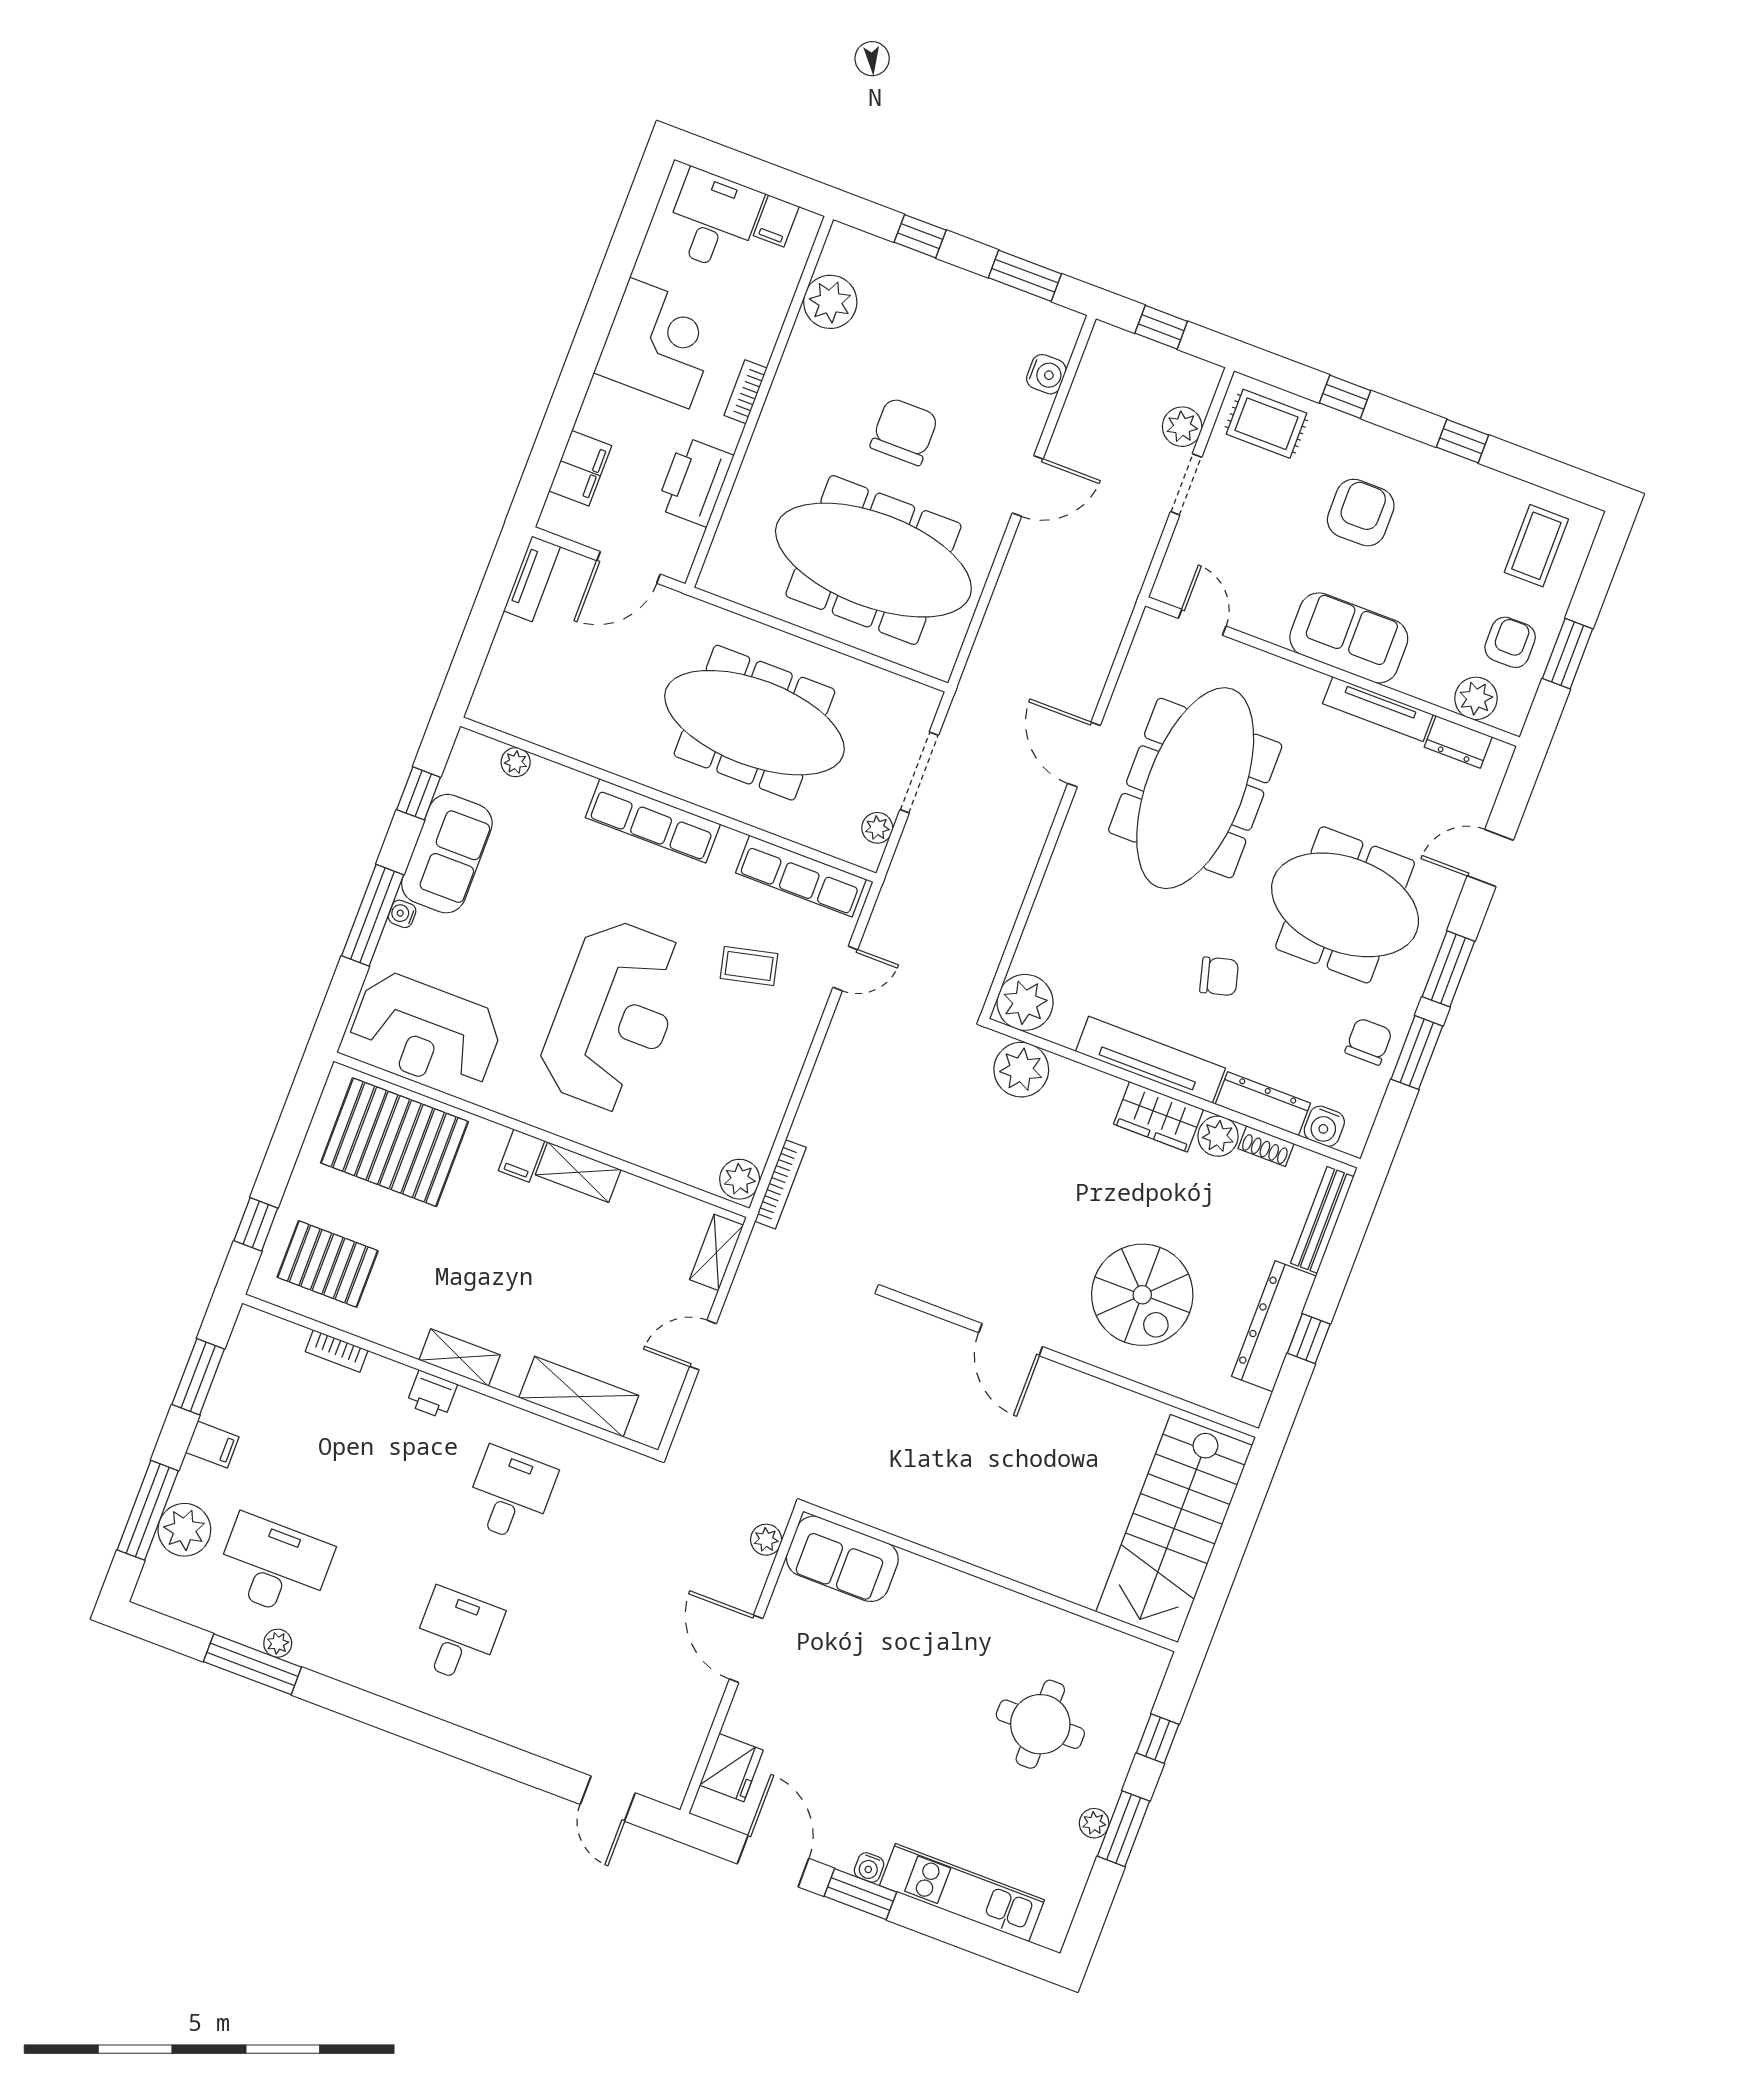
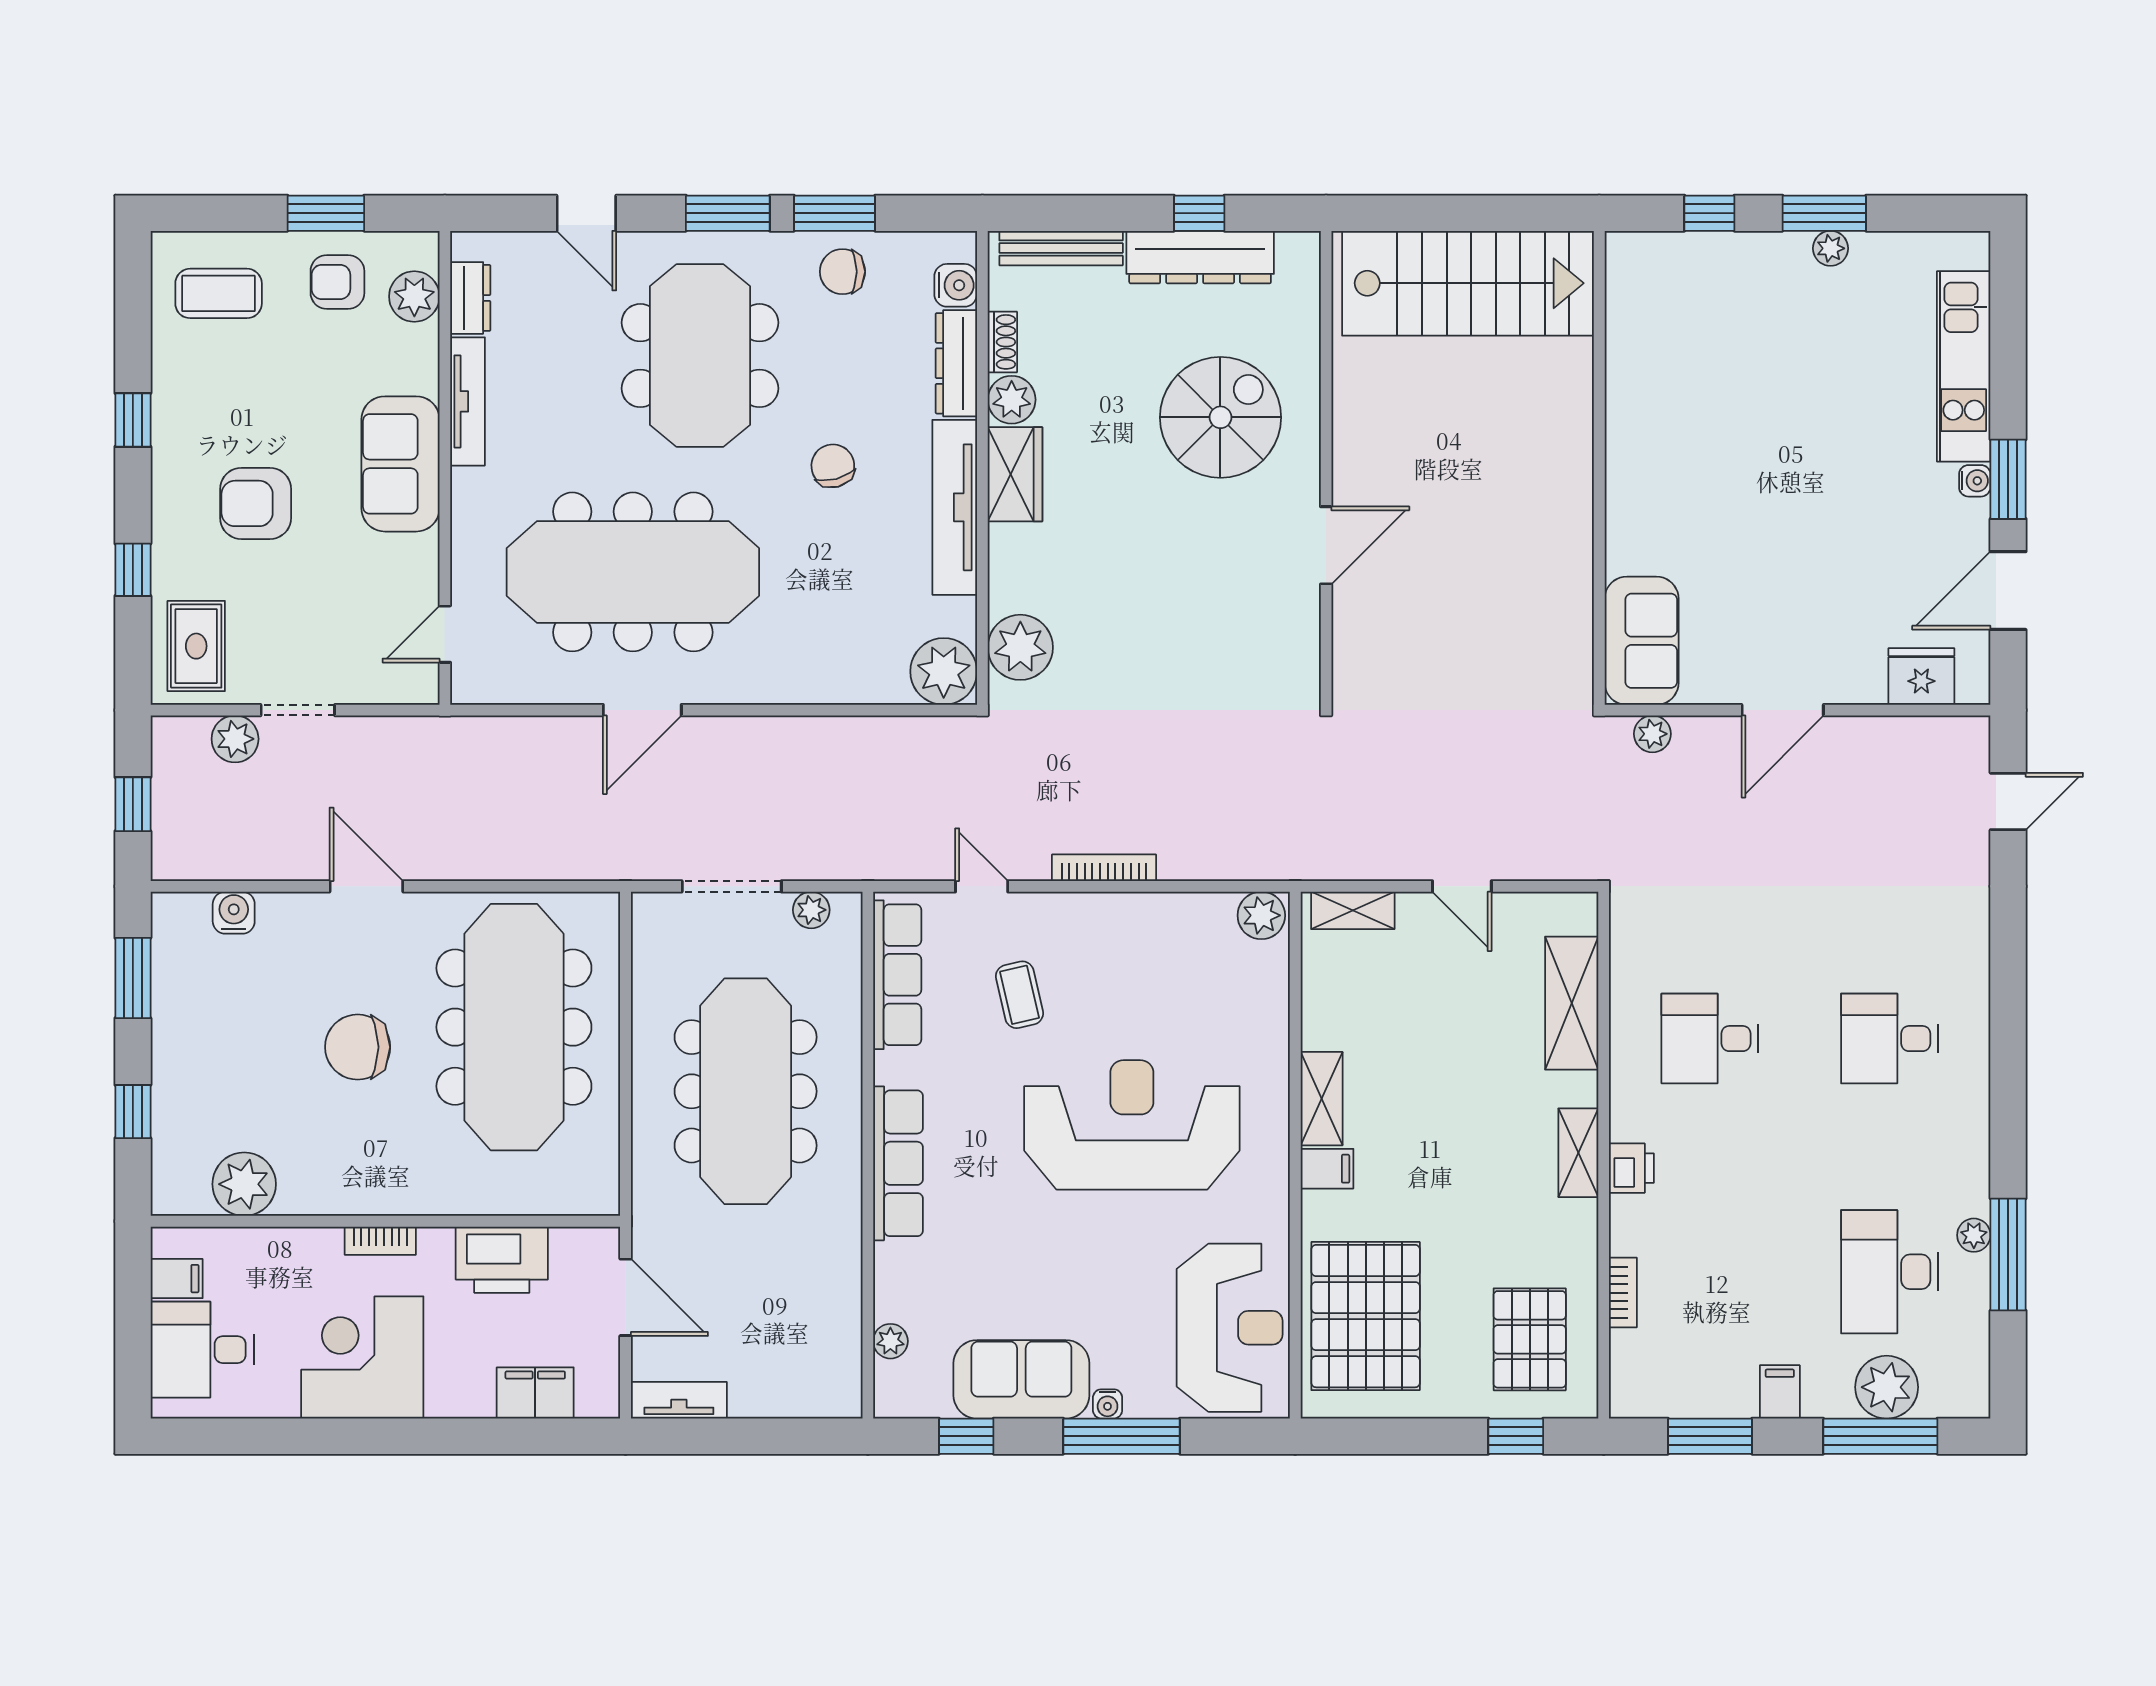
bookcase: (780, 1184) -> (1104, 868), moved
round table: (1040, 1724) -> (1743, 350), removed

